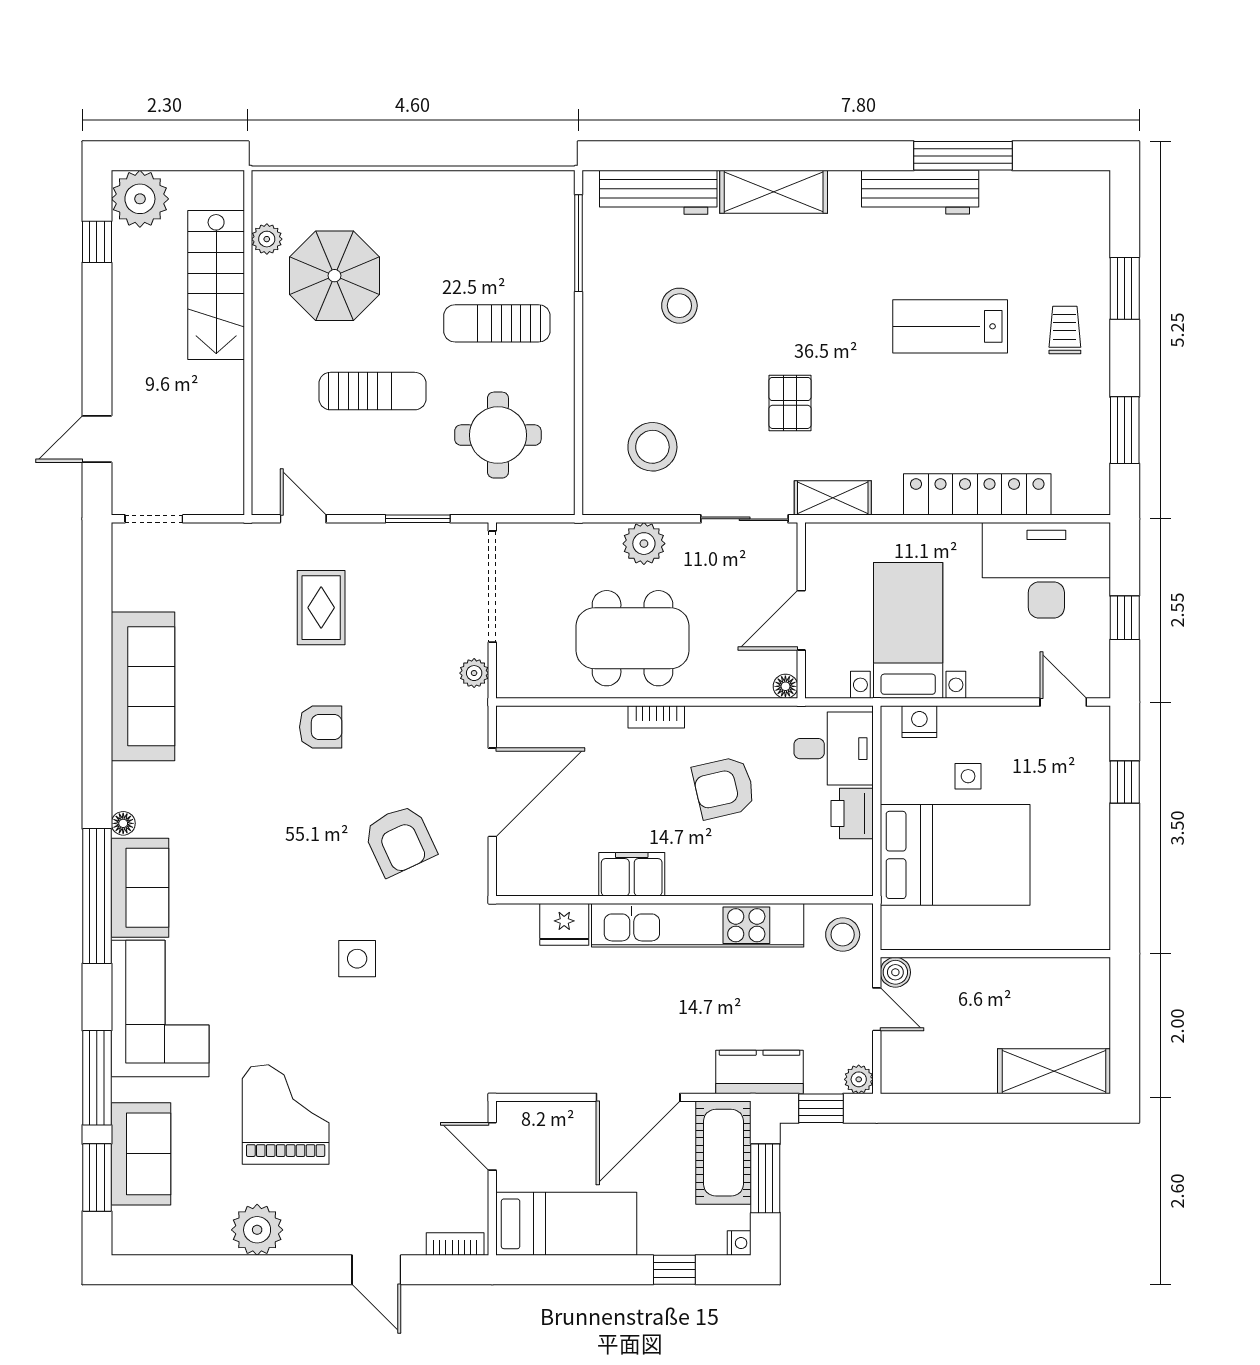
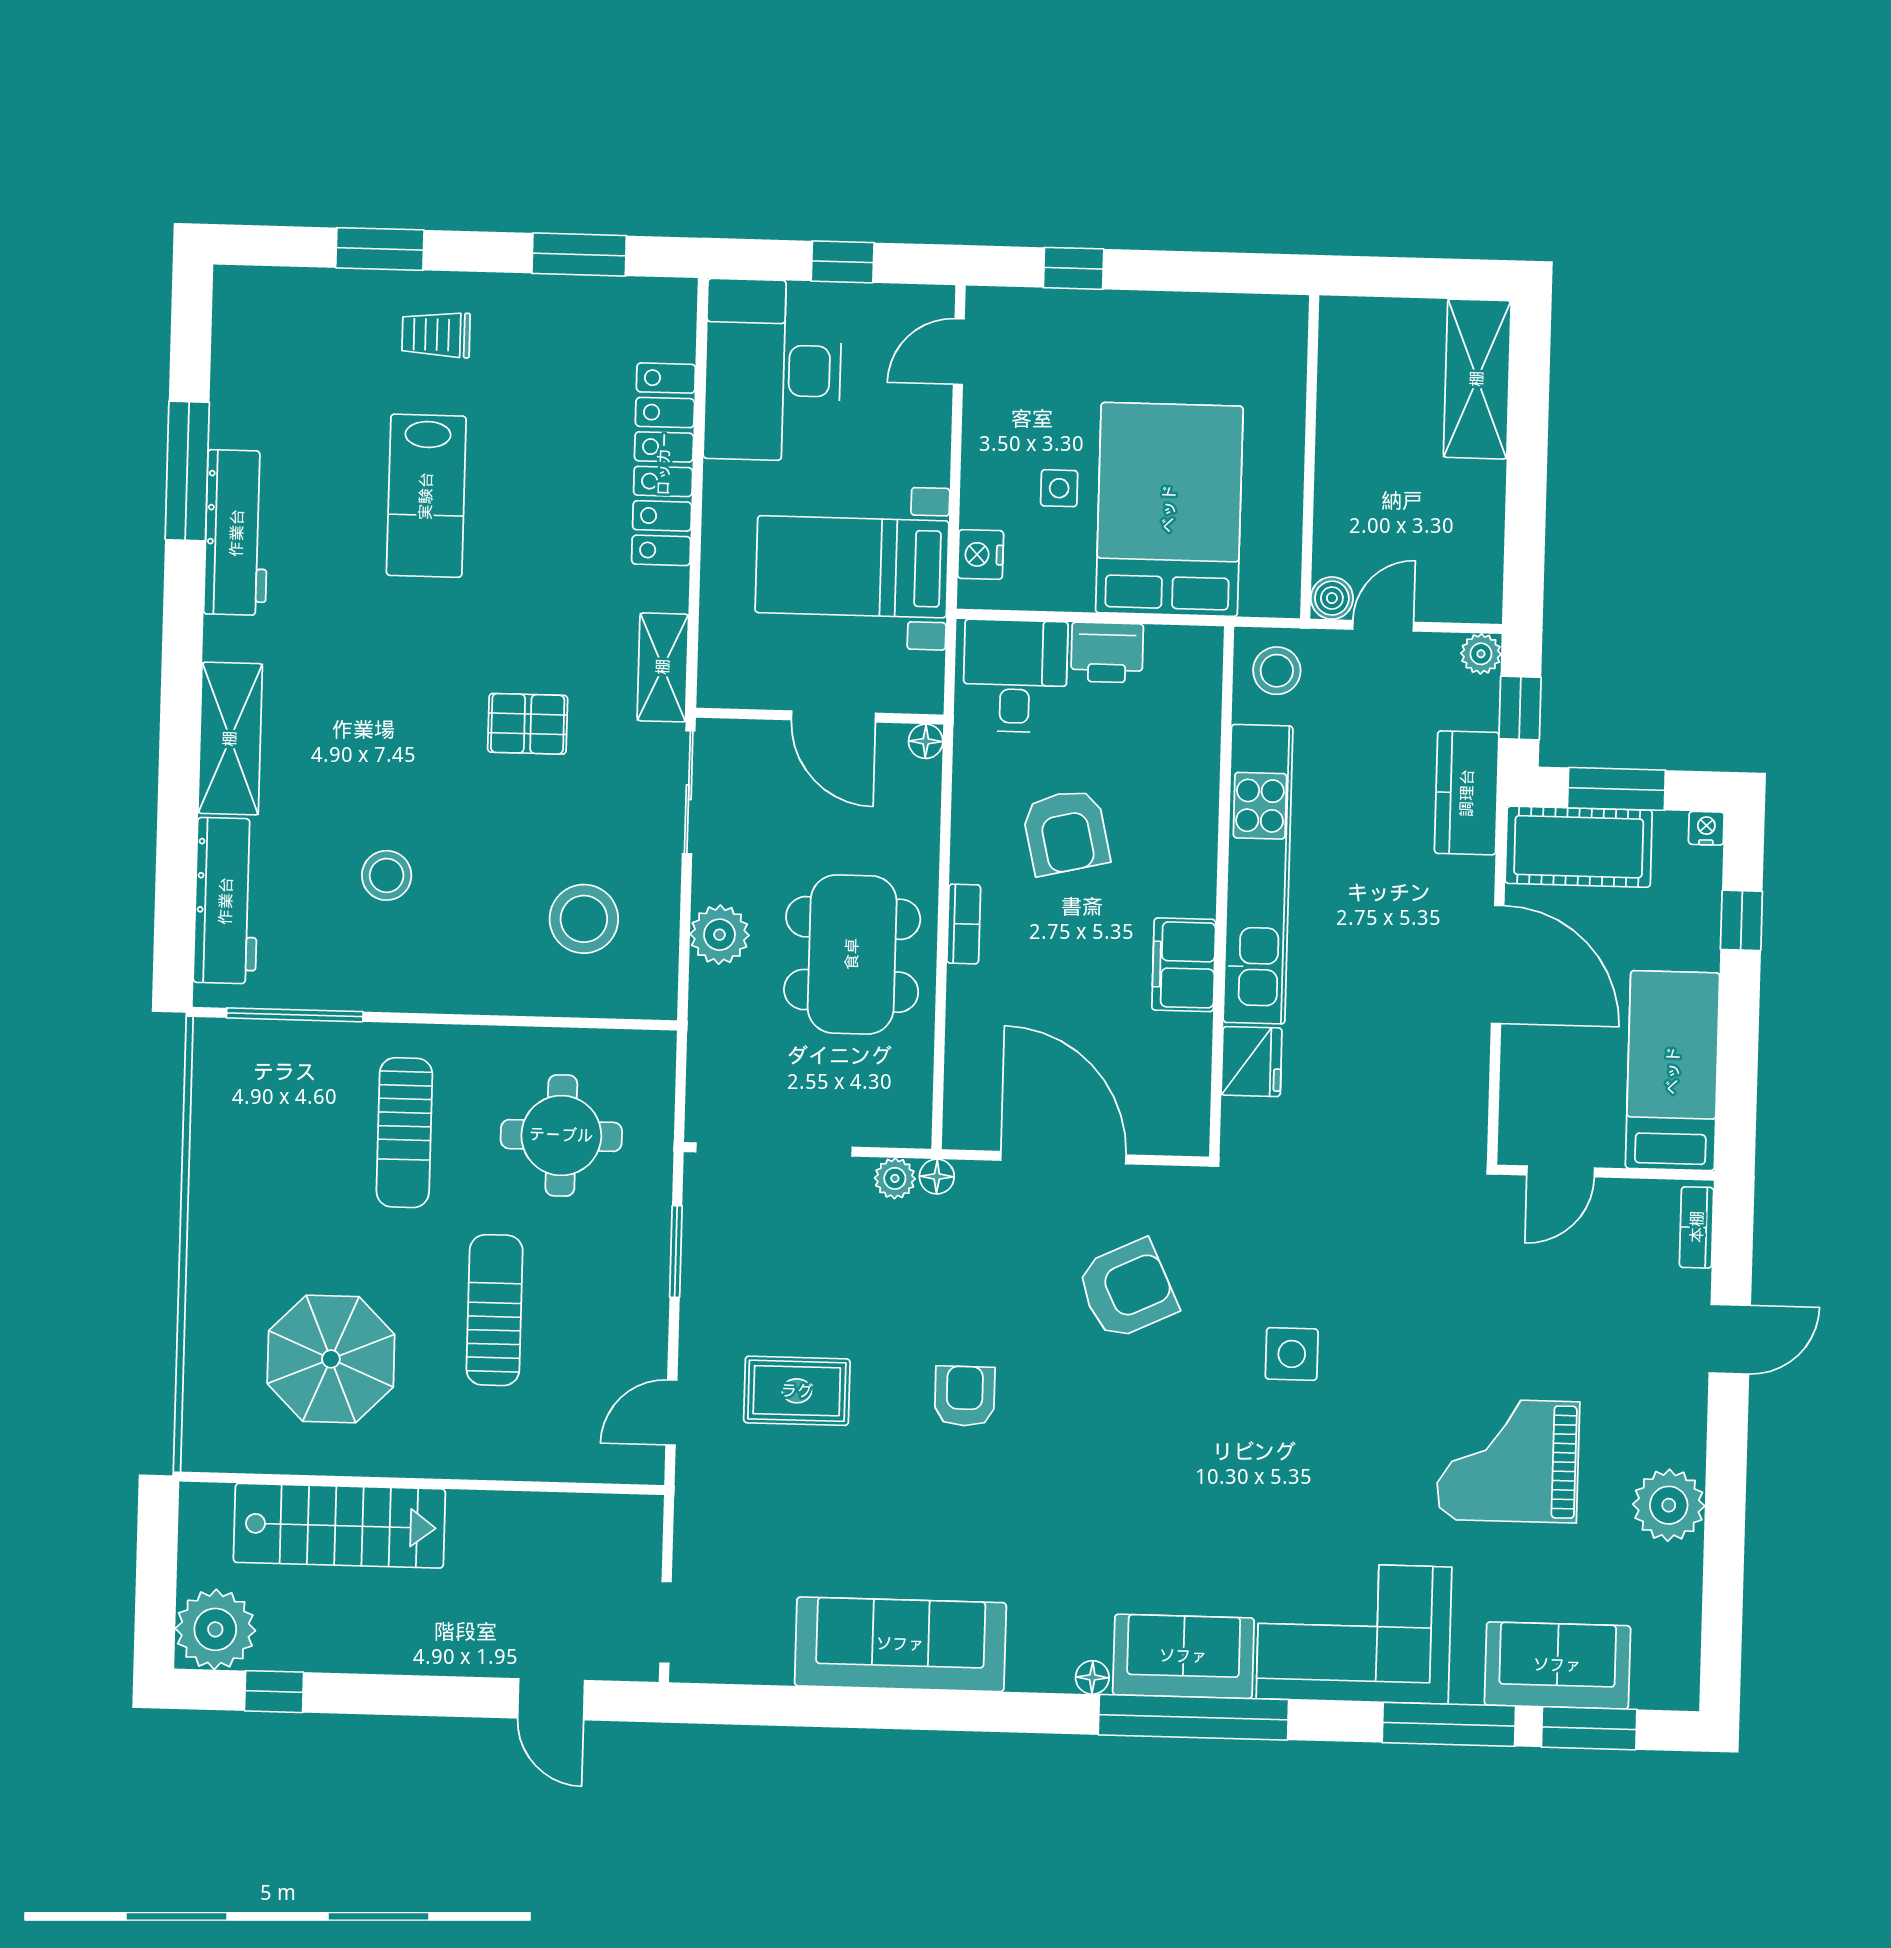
plant: (267, 239) -> (277, 1453), removed
floor lamp: (476, 703) -> (937, 1177), added

